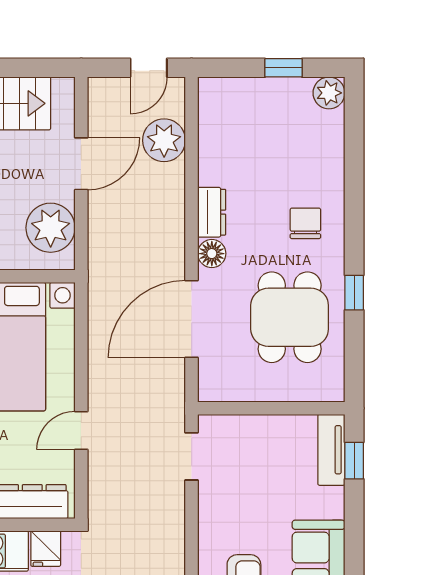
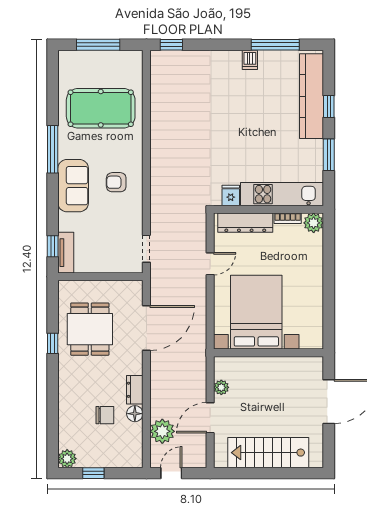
chair: (305, 223) -> (105, 415), moved, turned -90
plant: (51, 228) -> (221, 387), width x0.53, depth x0.53
floor lamp: (212, 254) -> (135, 414), moved

